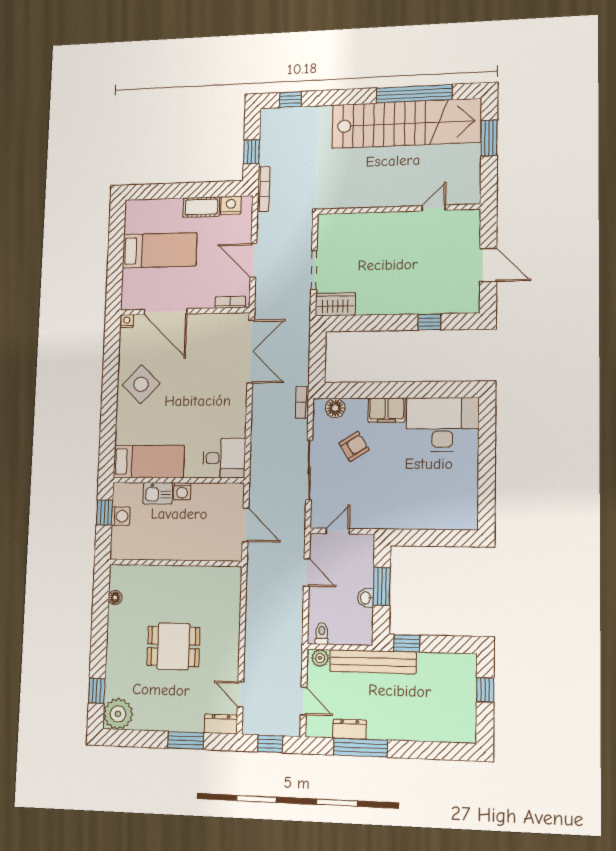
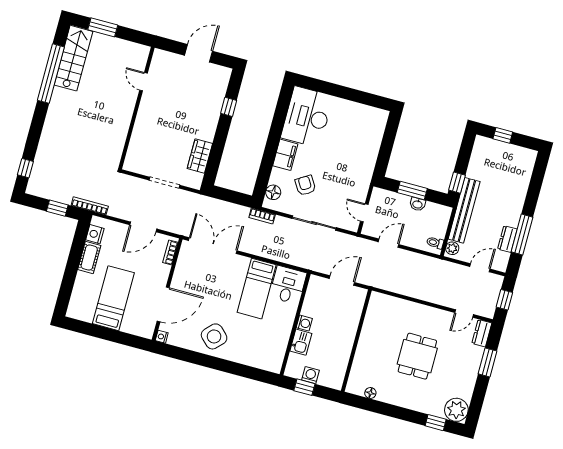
stairs: (406, 124) -> (73, 58), width x0.54, depth x0.66
wardrobe: (335, 304) -> (200, 156), moved
bed: (149, 462) -> (257, 289), moved, turned 180

